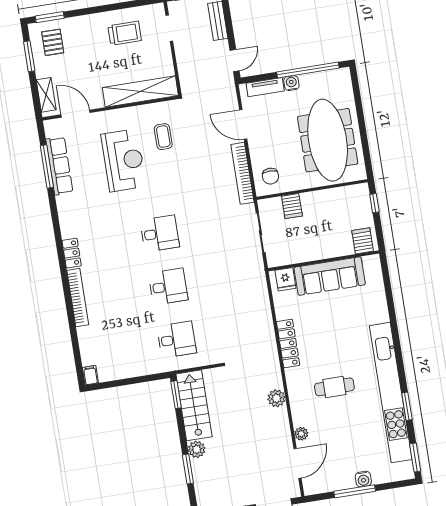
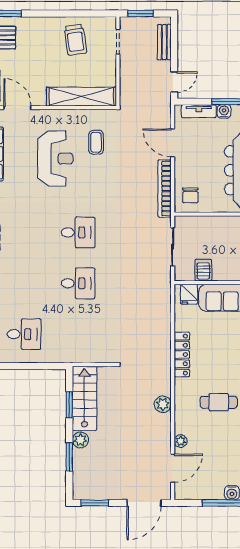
trolley: (125, 33) -> (75, 40), turned 82
server rack: (292, 206) -> (203, 270), moved, turned 180
desk: (177, 339) -> (24, 334), moved
window: (176, 395) -> (69, 405), moved

